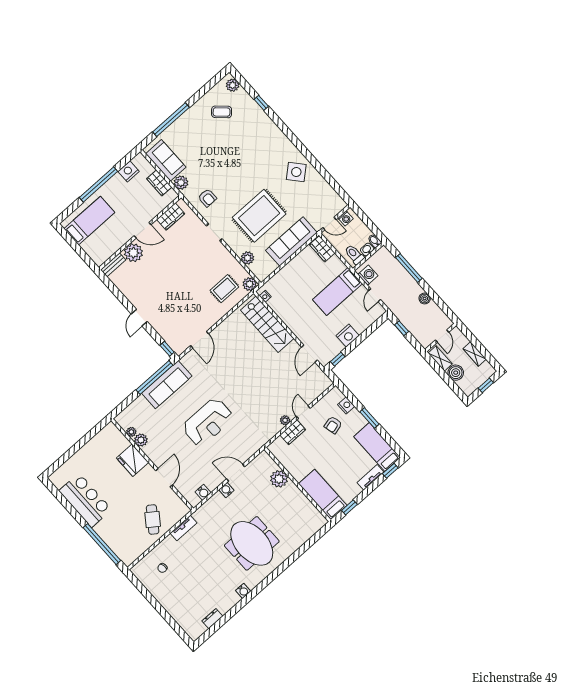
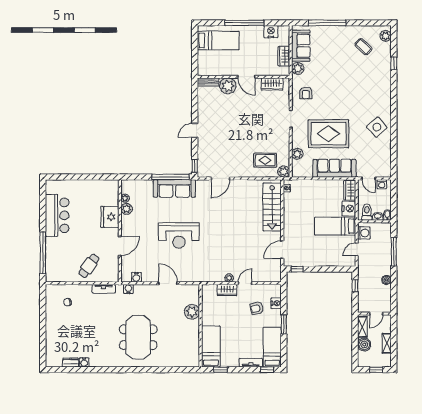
nightstand: (348, 336) -> (349, 209), moved, turned -90
water cooler: (226, 490) -> (128, 289), moved
water cooler: (243, 591) -> (84, 362), moved

